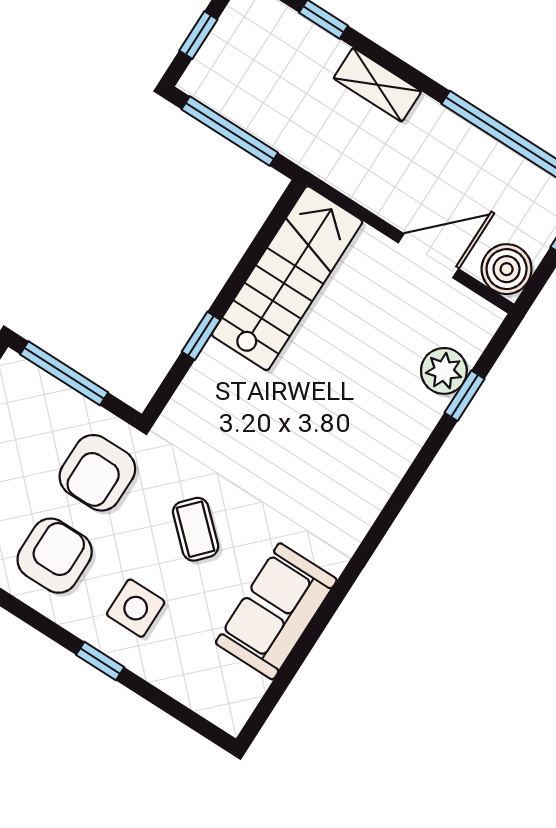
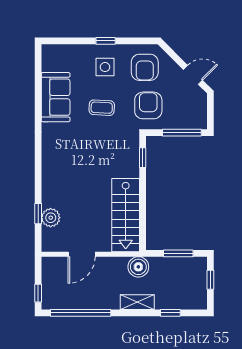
window: (230, 131) -> (178, 253), width x0.69
boiler: (507, 269) -> (138, 267), moved
window: (201, 336) -> (143, 158), moved
coffee table: (196, 529) -> (102, 108), turned -40

